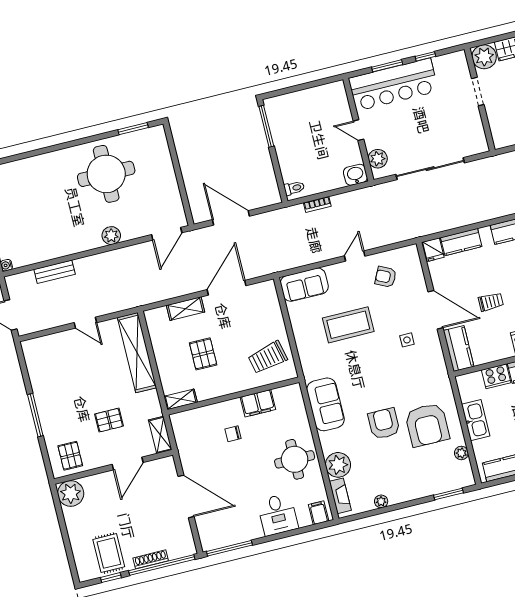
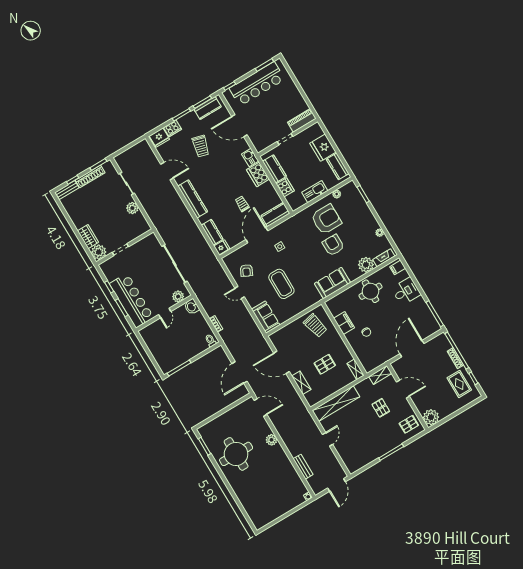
armchair: (384, 424) -> (333, 245), turned 90
rug: (109, 553) -> (459, 384), turned 90

